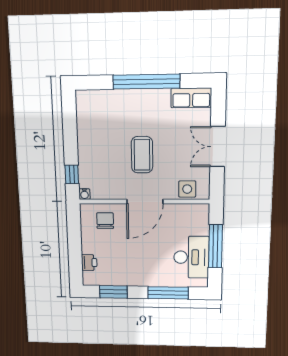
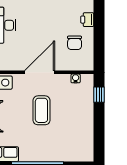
water cooler: (84, 194) -> (76, 78), moved
chair: (105, 221) -> (75, 43), moved

